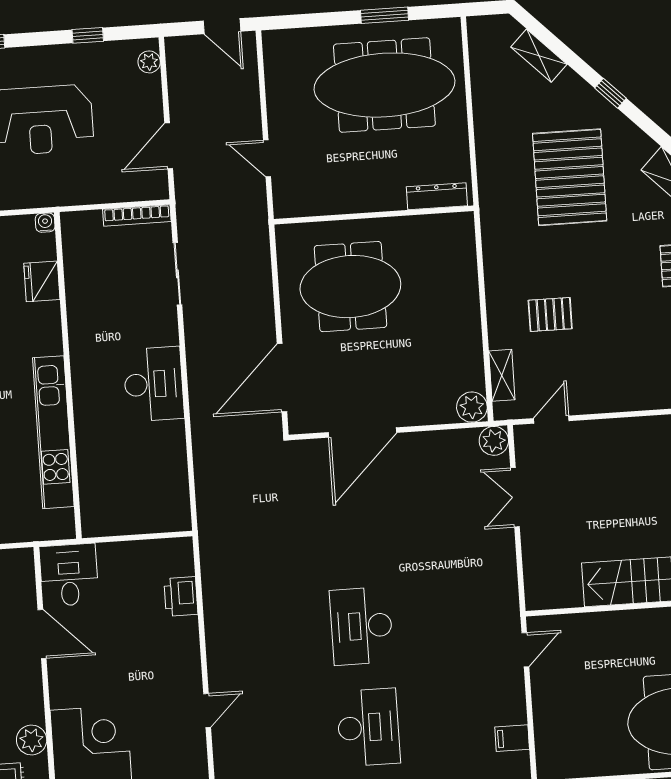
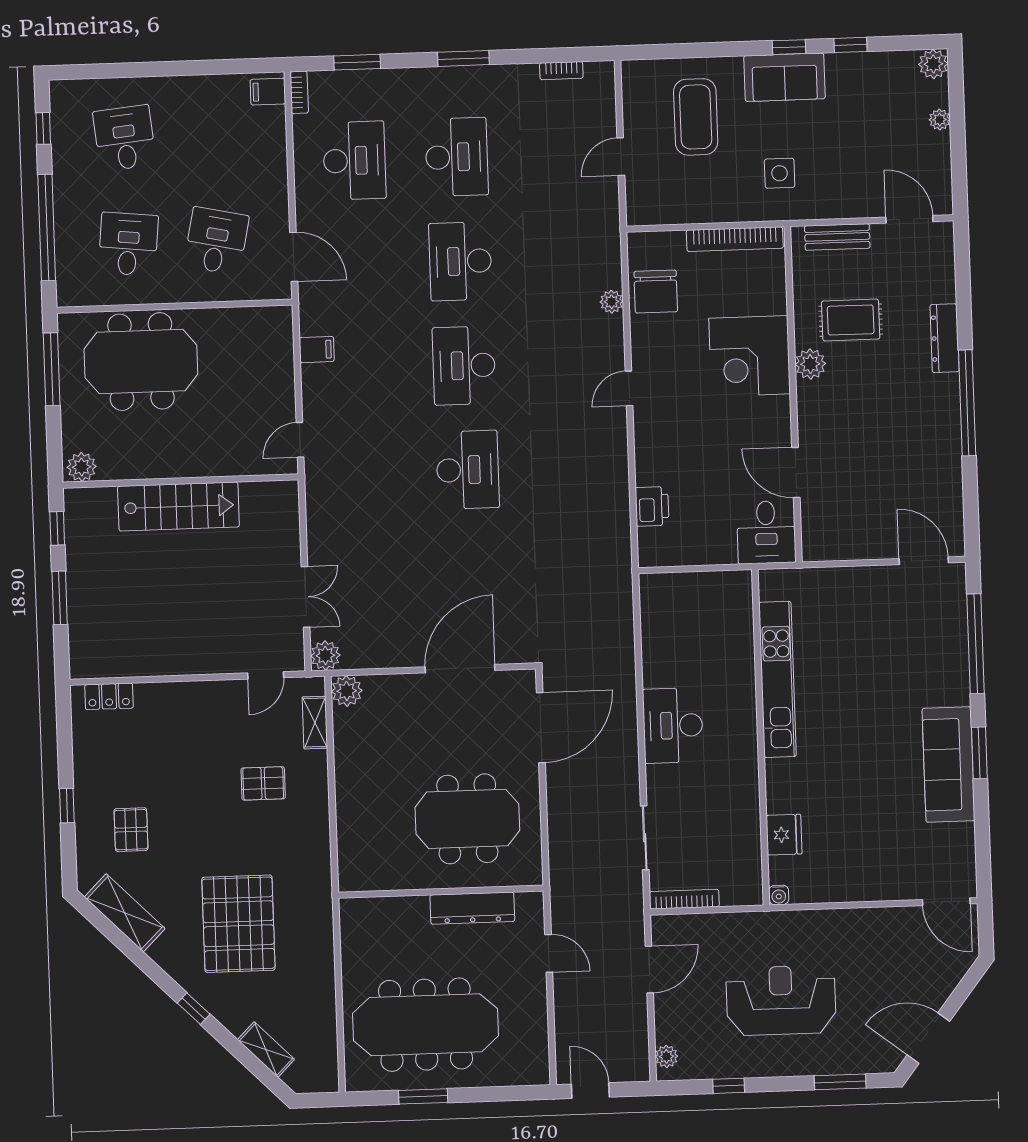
dresser: (437, 196) -> (472, 908), moved, width x1.37, depth x1.24

